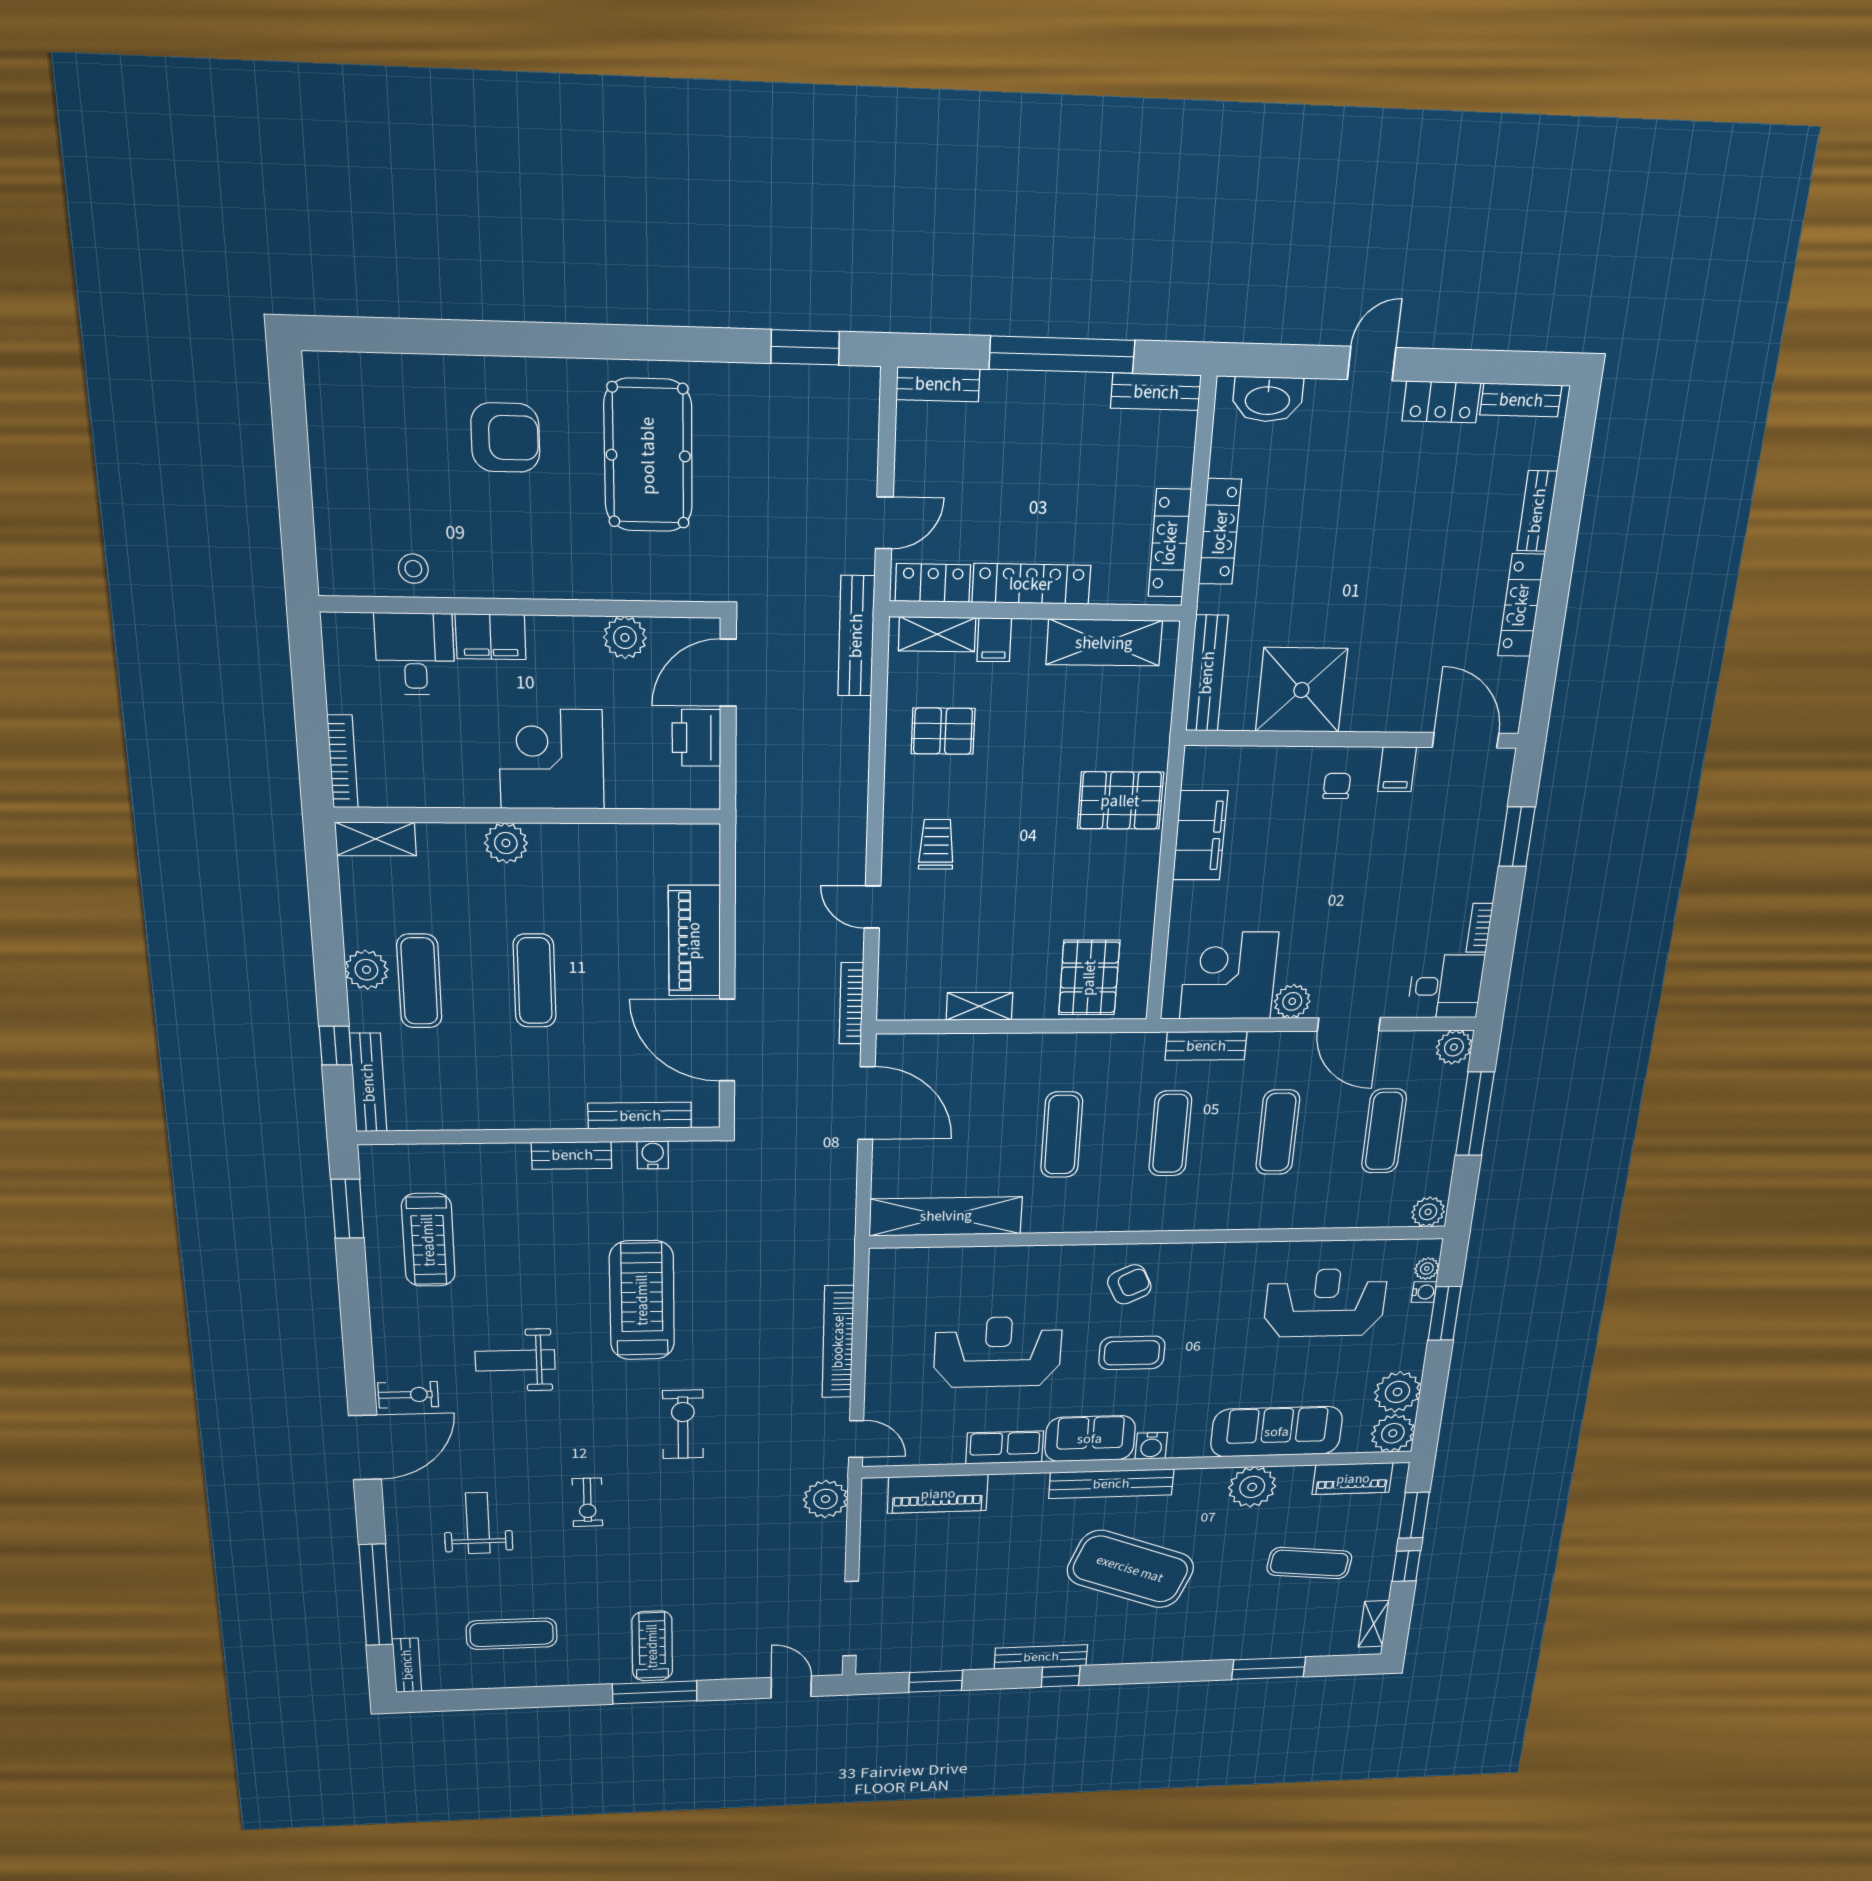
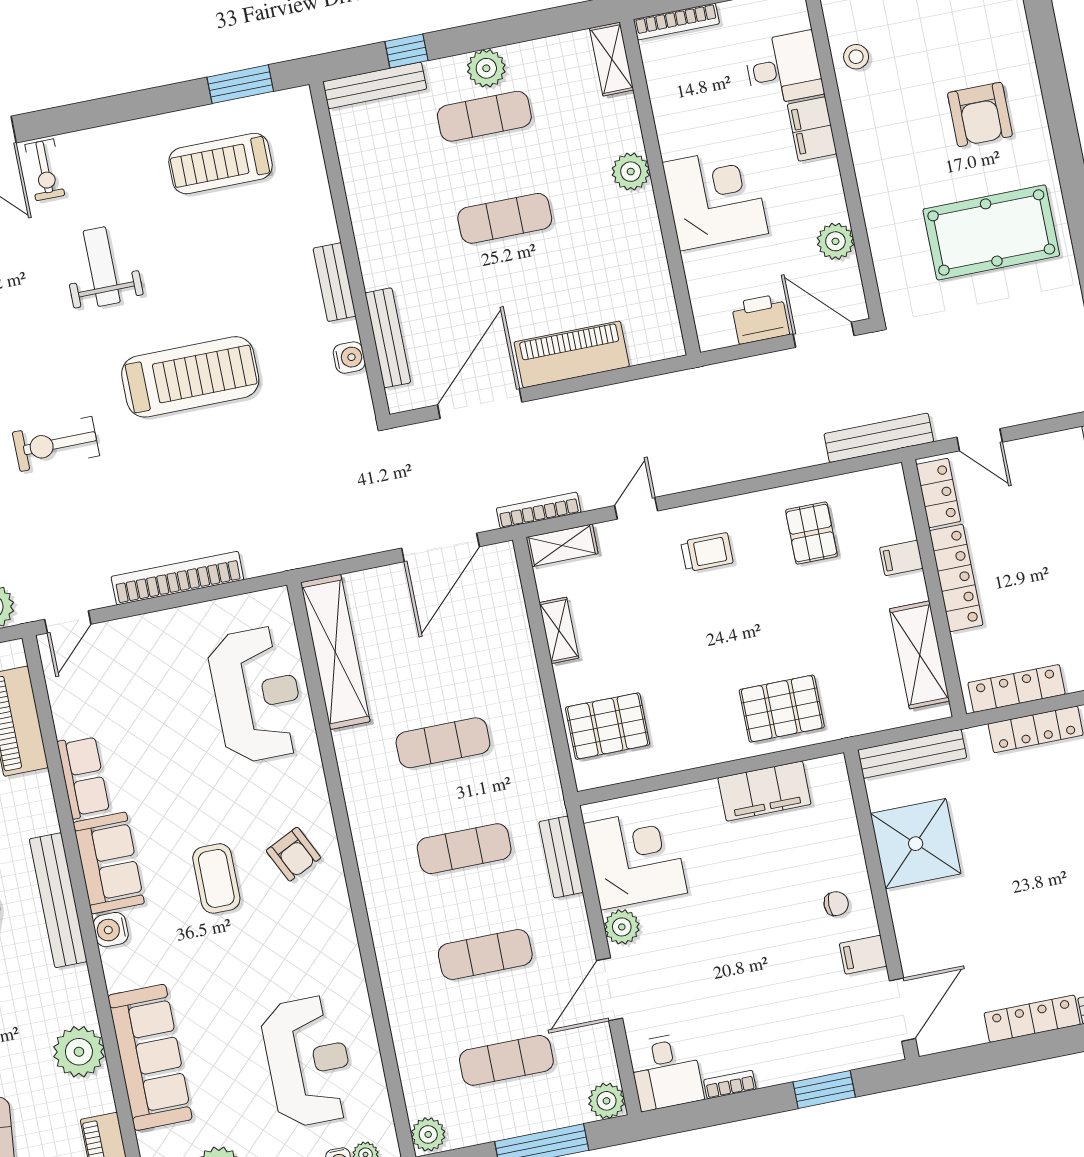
shelving: (937, 634) -> (562, 545), moved, turned 90
pallet: (1120, 801) -> (782, 709), turned 90
reception desk: (998, 1352) -> (257, 695), moved
exercise bike: (683, 1424) -> (56, 444), turned 180

